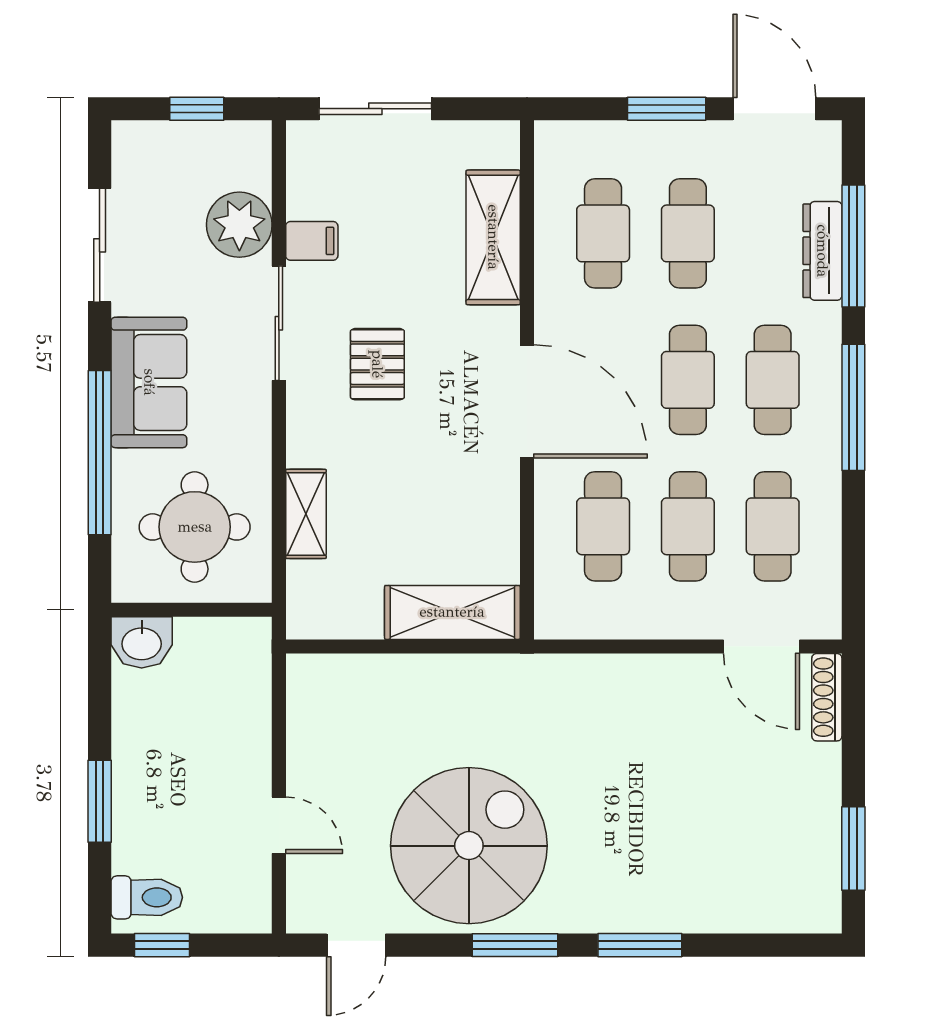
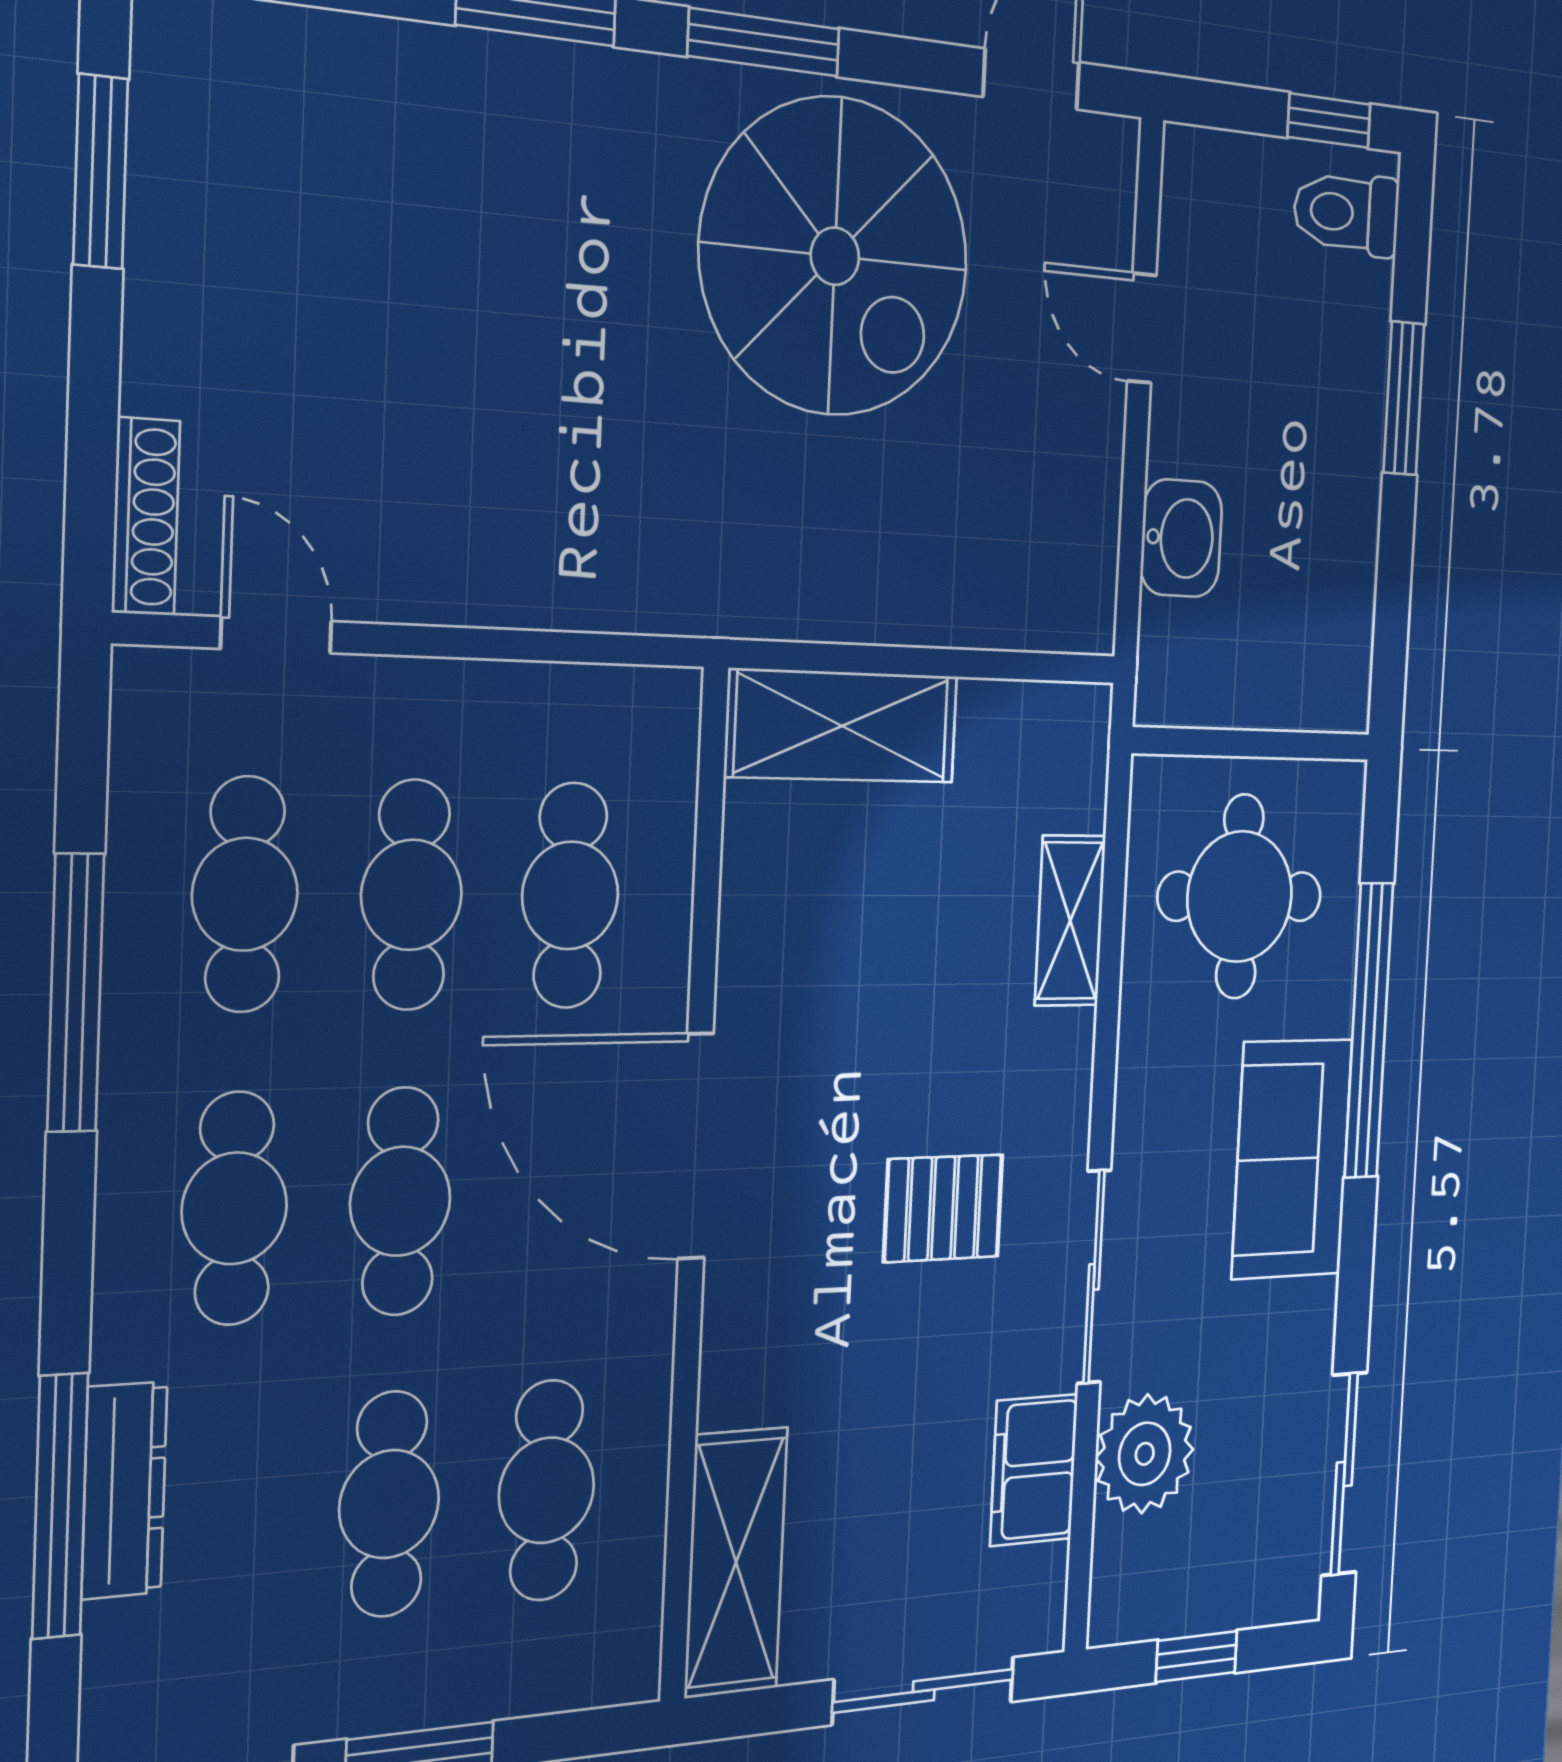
shelving: (493, 237) -> (736, 1562), moved
filing cabinet: (312, 241) -> (1034, 1470), width x2.00
sliding door: (100, 245) -> (1344, 1474), moved
pallet: (377, 364) -> (943, 1208), turned 90
window: (853, 407) -> (76, 993), moved
washbasin: (142, 642) -> (1181, 538), moved, turned 90
door: (761, 646) -> (276, 635), width x0.73
spiral stairs: (469, 846) -> (835, 256), turned -90

